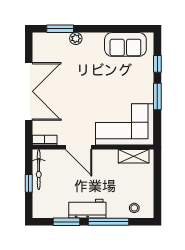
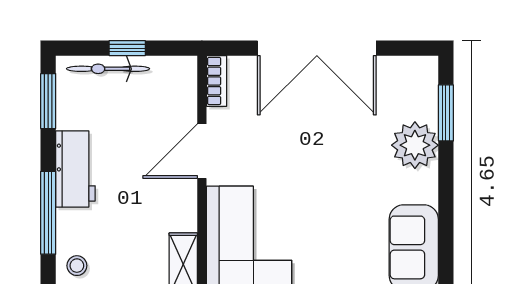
plant: (76, 39) -> (415, 145), width x1.88, depth x1.88
bicycle: (39, 170) -> (108, 69), moved
window: (66, 222) -> (48, 101), moved

